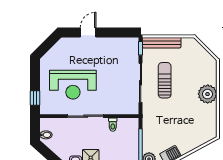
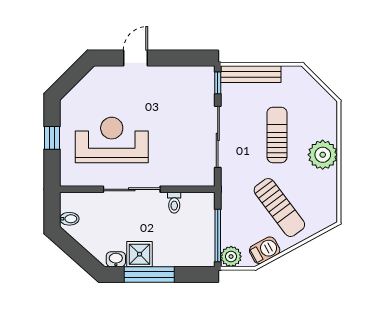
sun lounger: (165, 80) -> (277, 135), moved
reception desk: (73, 85) -> (112, 140), turned 180
window: (35, 98) -> (52, 138), moved
sun lounger: (180, 128) -> (279, 208), added

